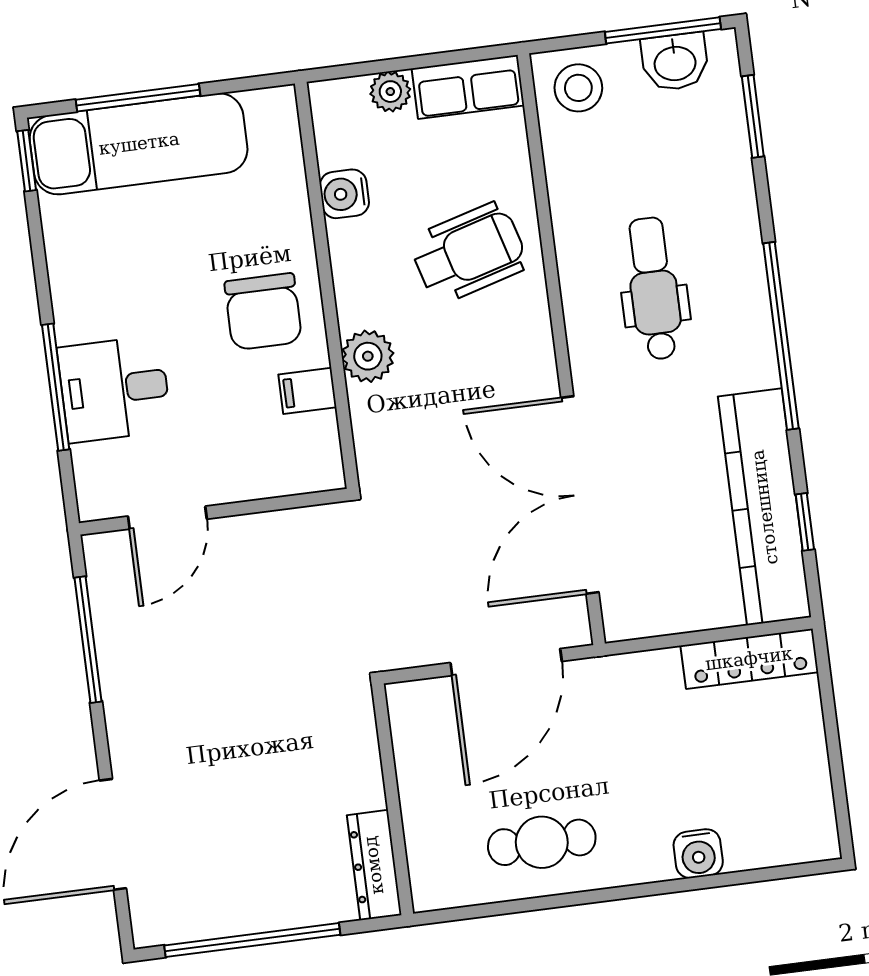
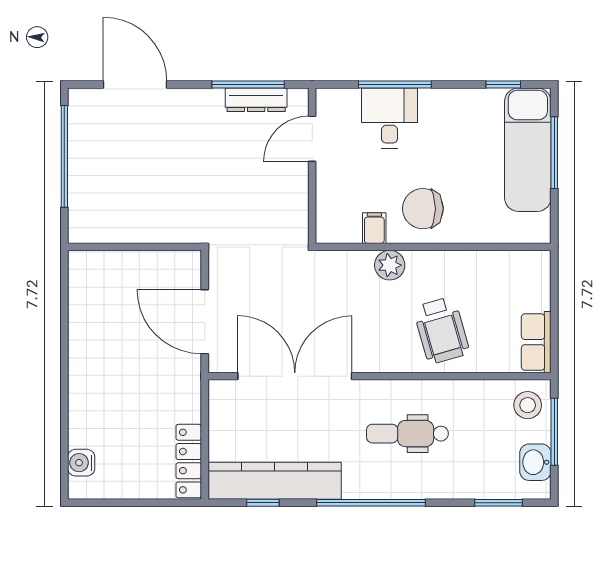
window: (663, 30) -> (554, 432), moved
plant: (390, 92) -> (539, 297), removed
window: (27, 161) -> (503, 84), moved
water cooler: (344, 194) -> (484, 264), removed
dental chair: (654, 289) -> (407, 434), turned 180
door: (167, 518) -> (312, 139), hinge flipped
cafe table: (542, 842) -> (99, 329), removed
water cooler: (698, 854) -> (81, 463), moved
dresser: (374, 865) -> (256, 100), moved, turned 180

